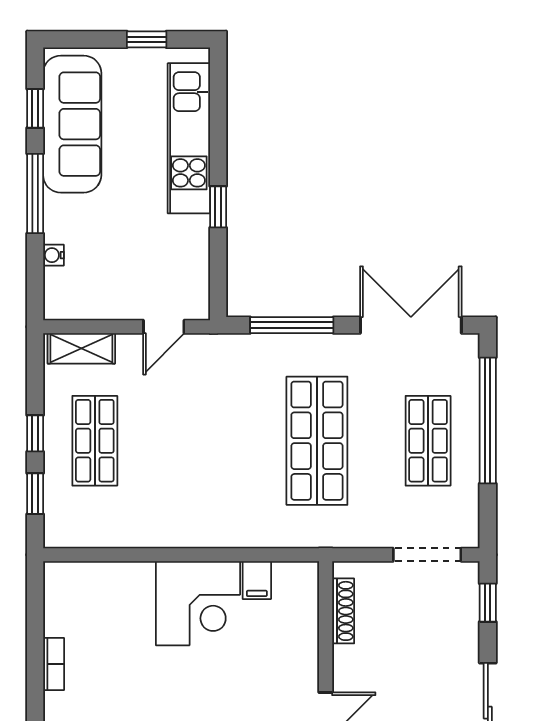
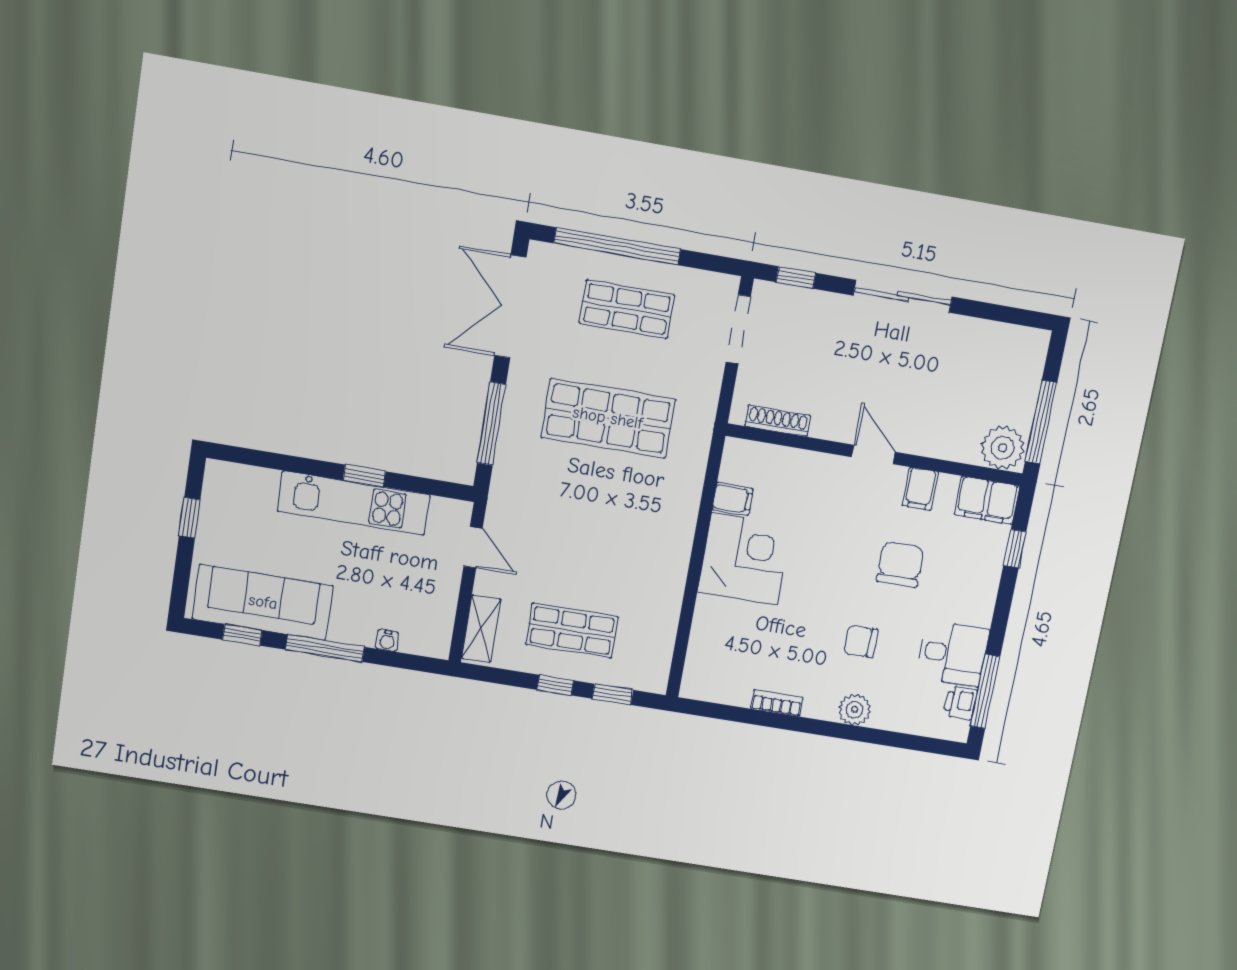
kitchen unit: (189, 138) -> (354, 503), moved

